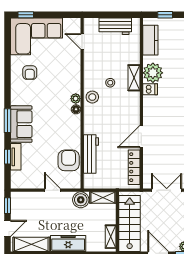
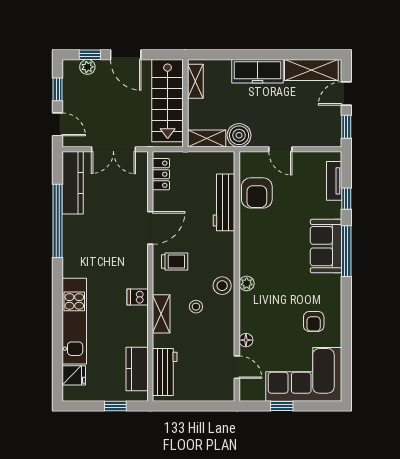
window: (26, 15) -> (282, 406), moved
workbench: (115, 26) -> (165, 372), moved, turned 90
armchair: (30, 73) -> (314, 321), turned 180
plant: (153, 73) -> (134, 321), removed
floor lamp: (76, 109) -> (246, 340), moved
trolley: (125, 114) -> (175, 261), added
window: (7, 121) -> (346, 251), width x1.44
tv unit: (16, 157) -> (334, 181), moved
locker: (134, 167) -> (161, 174), width x0.66

